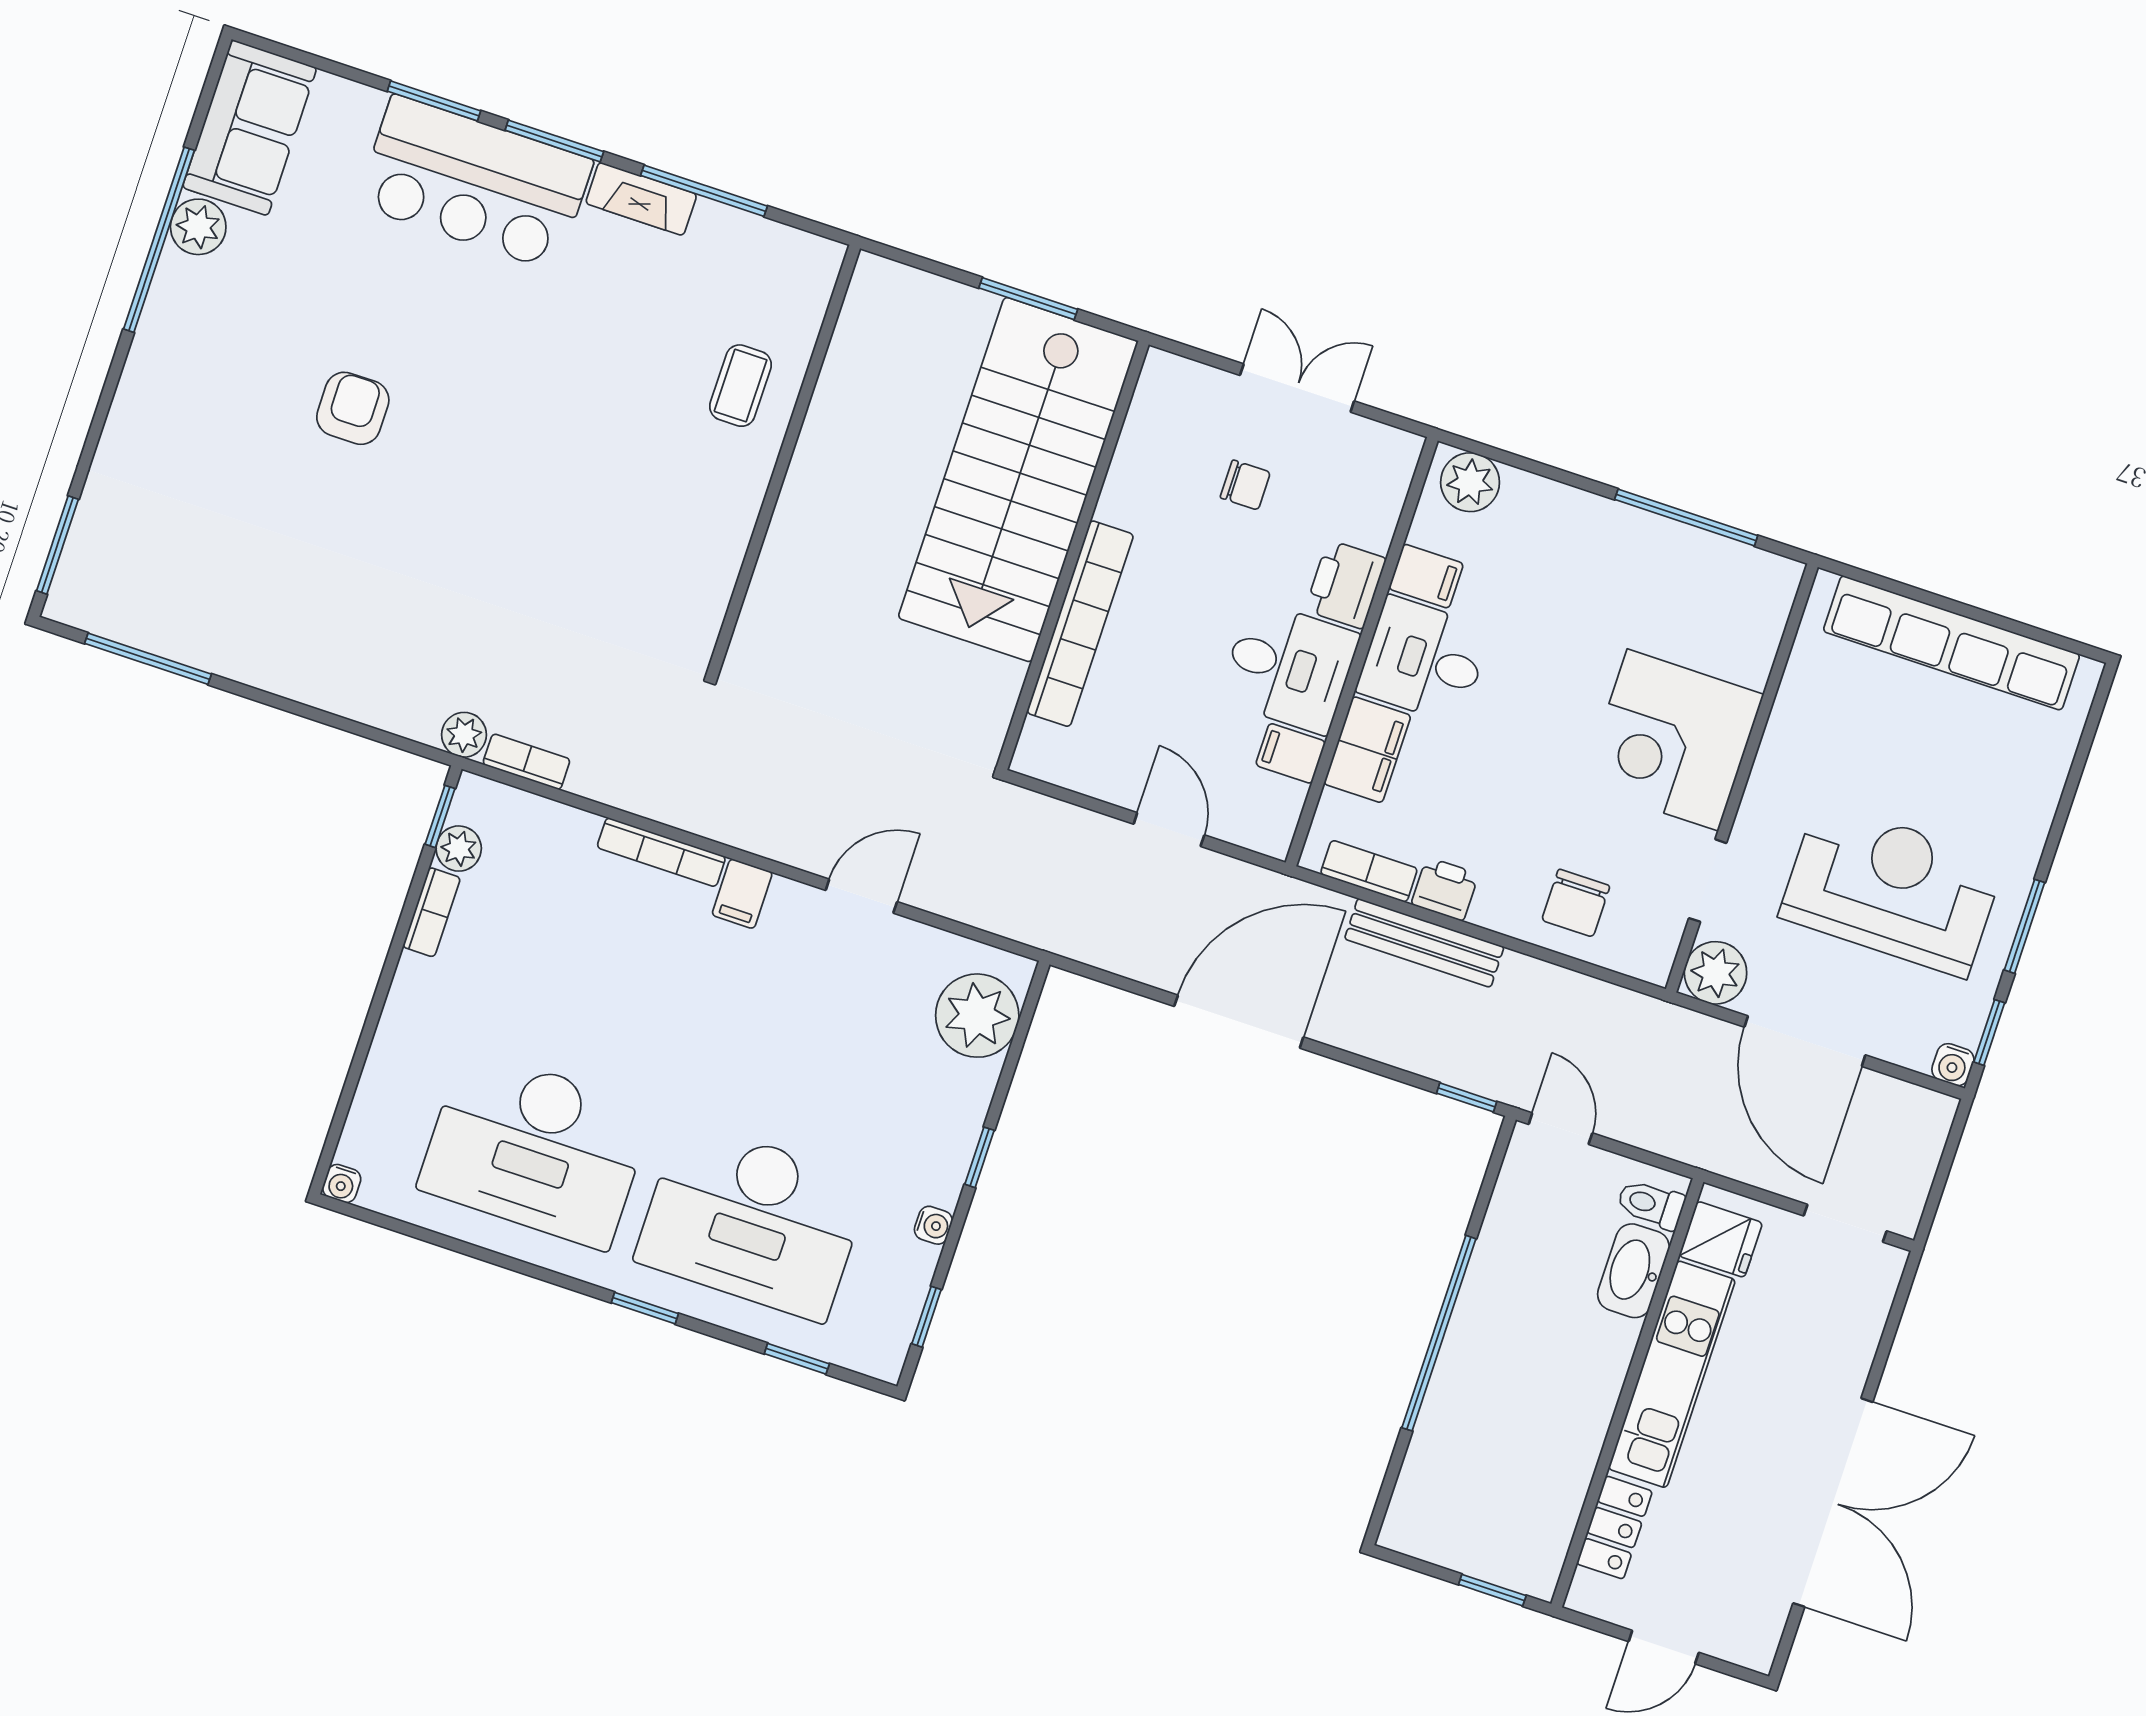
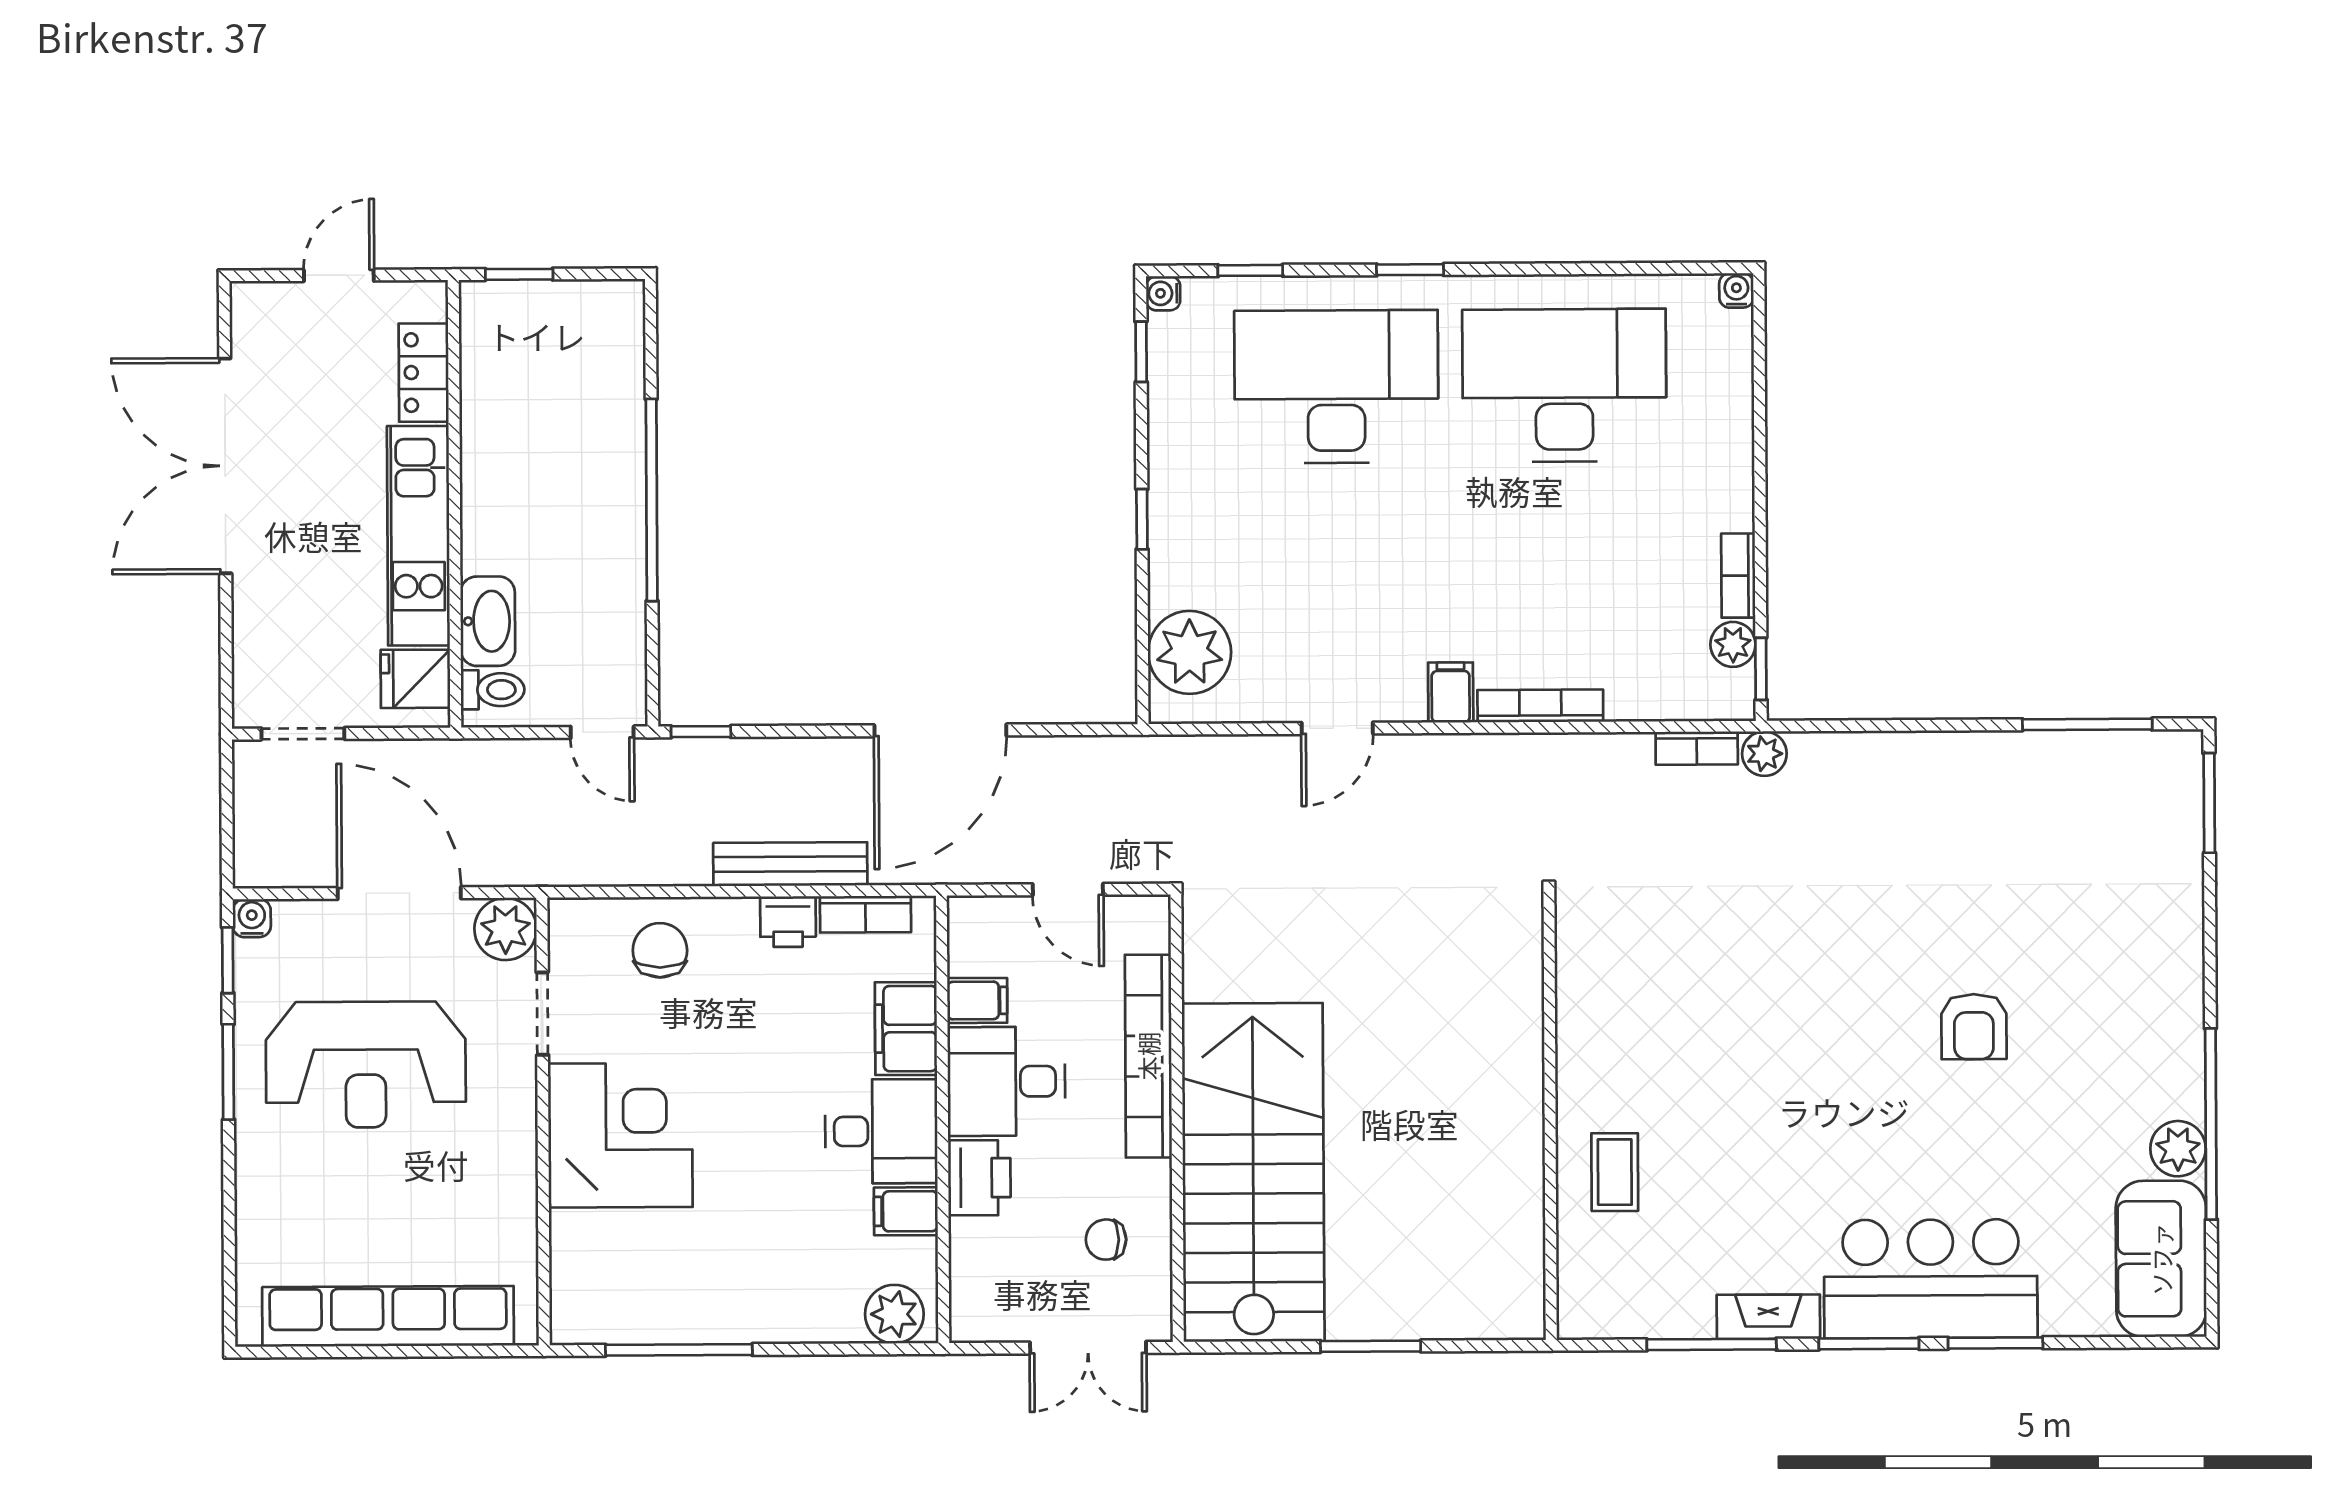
stairs: (1018, 480) -> (1253, 1172), moved
wall: (1073, 556) -> (1177, 1118), moved
bookcase: (1080, 624) -> (1148, 1056), moved
water cooler: (933, 1225) -> (1163, 293), moved

